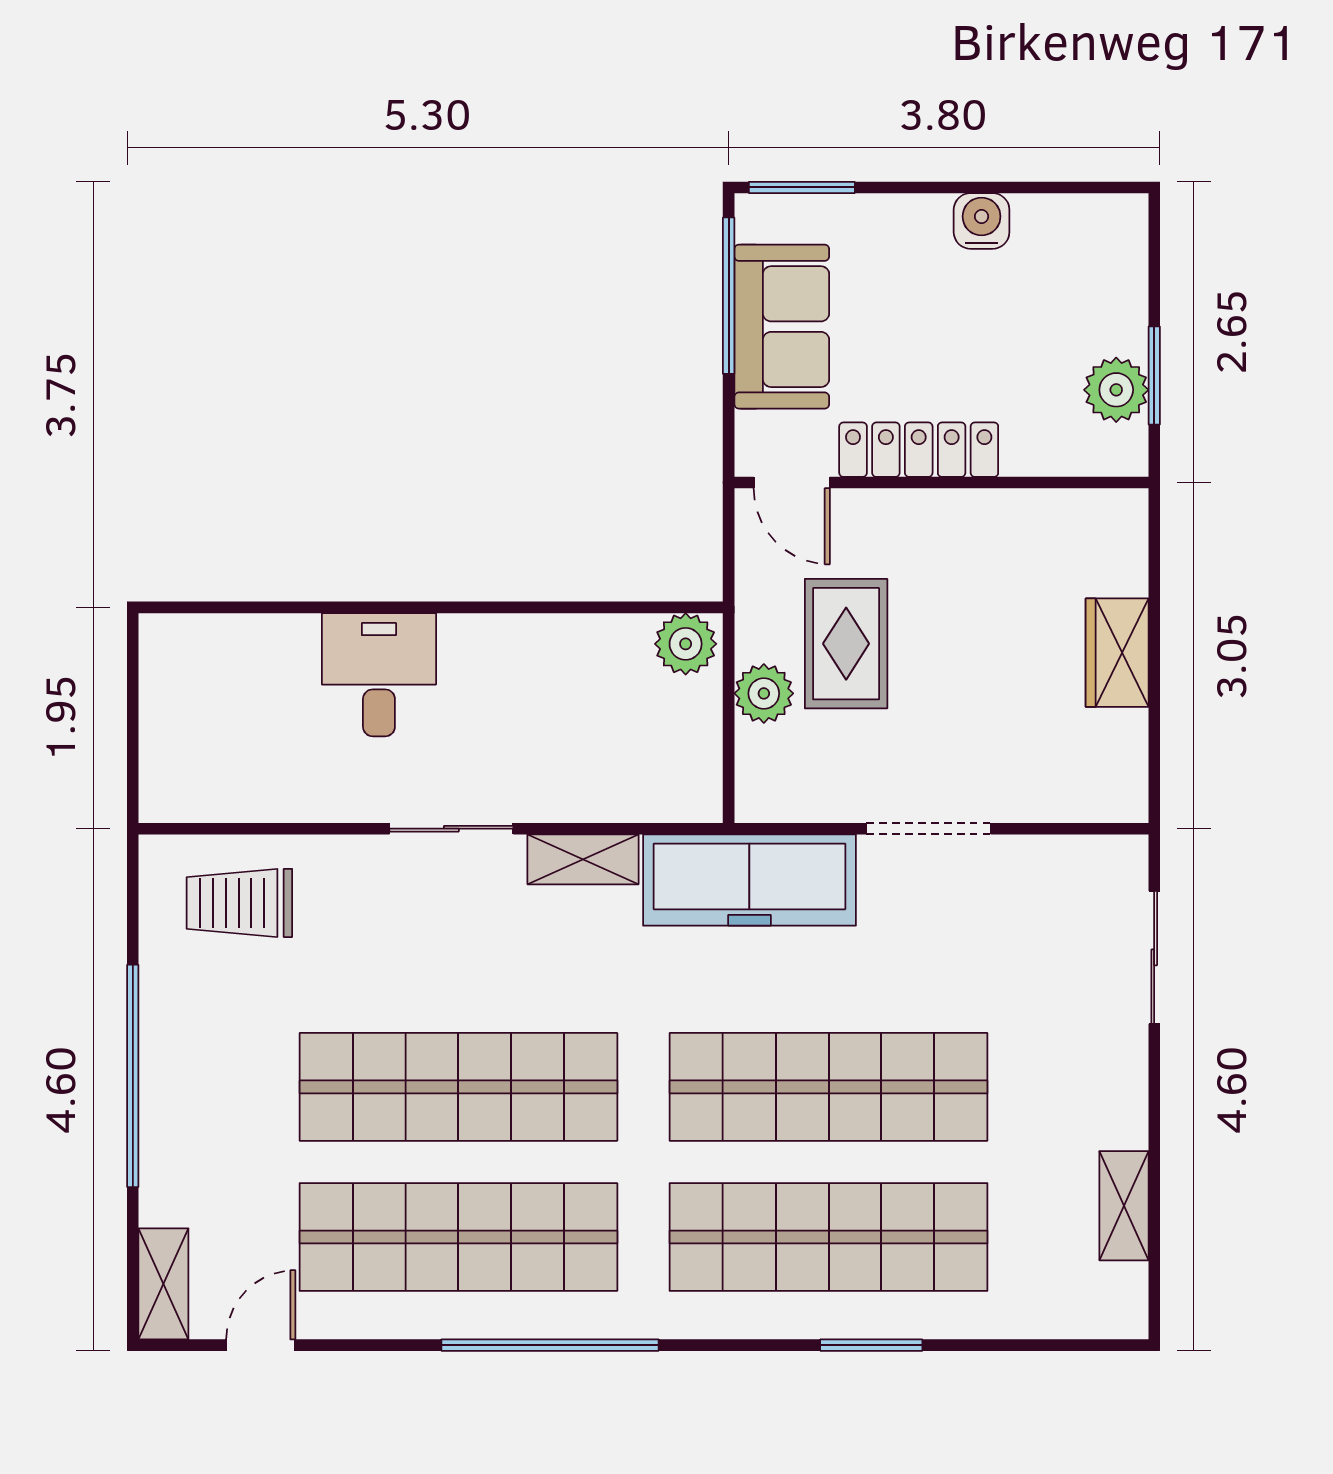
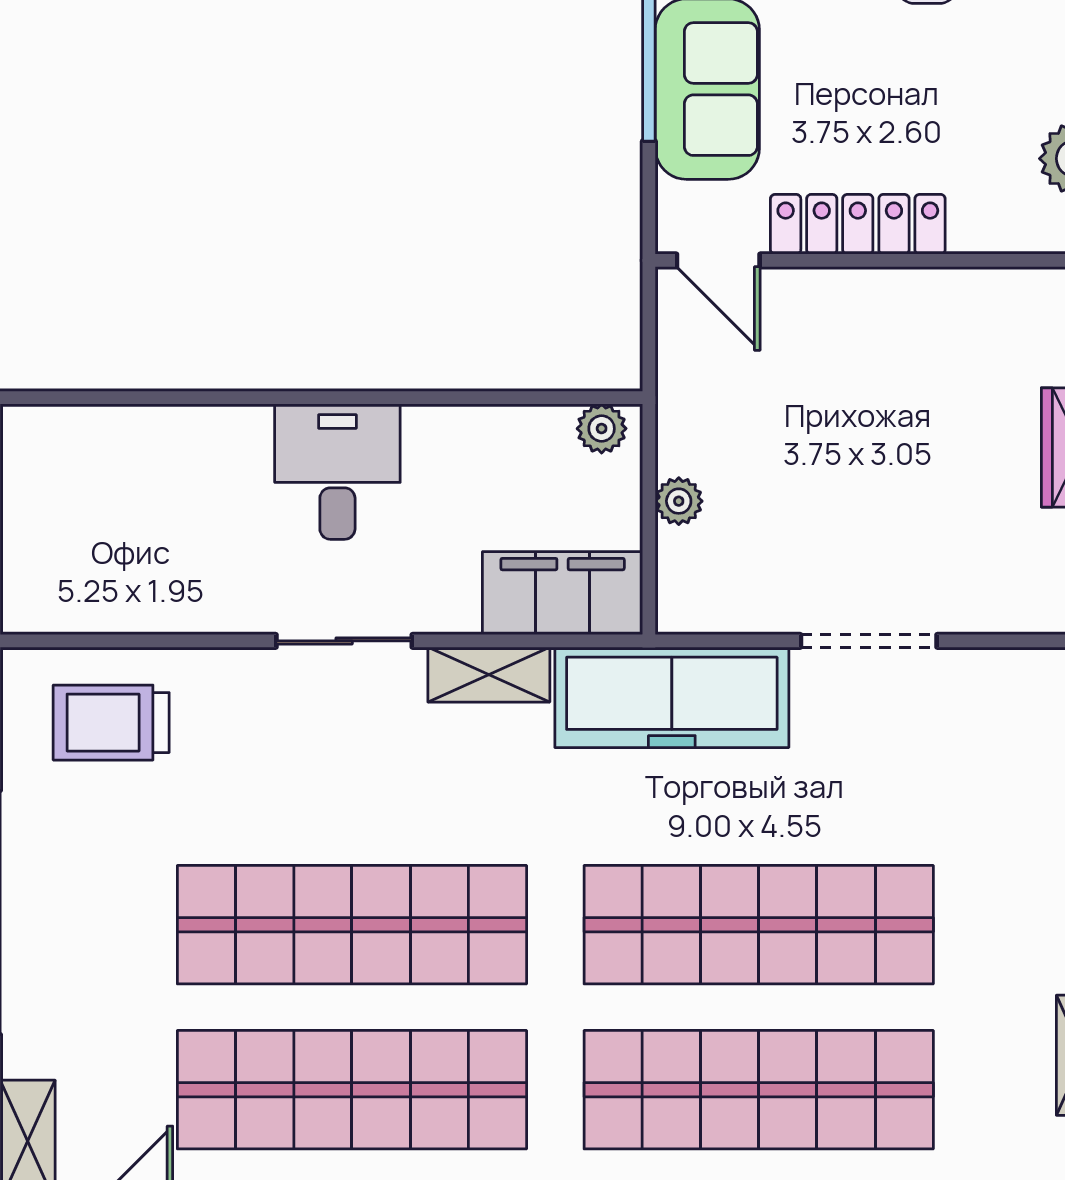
plant: (686, 644) -> (602, 429), width x0.73, depth x0.73
rug: (846, 644) -> (778, 438), removed
desk: (379, 675) -> (337, 472), moved
plant: (764, 693) -> (679, 501), width x0.73, depth x0.73
filing cabinet: (650, 785) -> (563, 593), added

